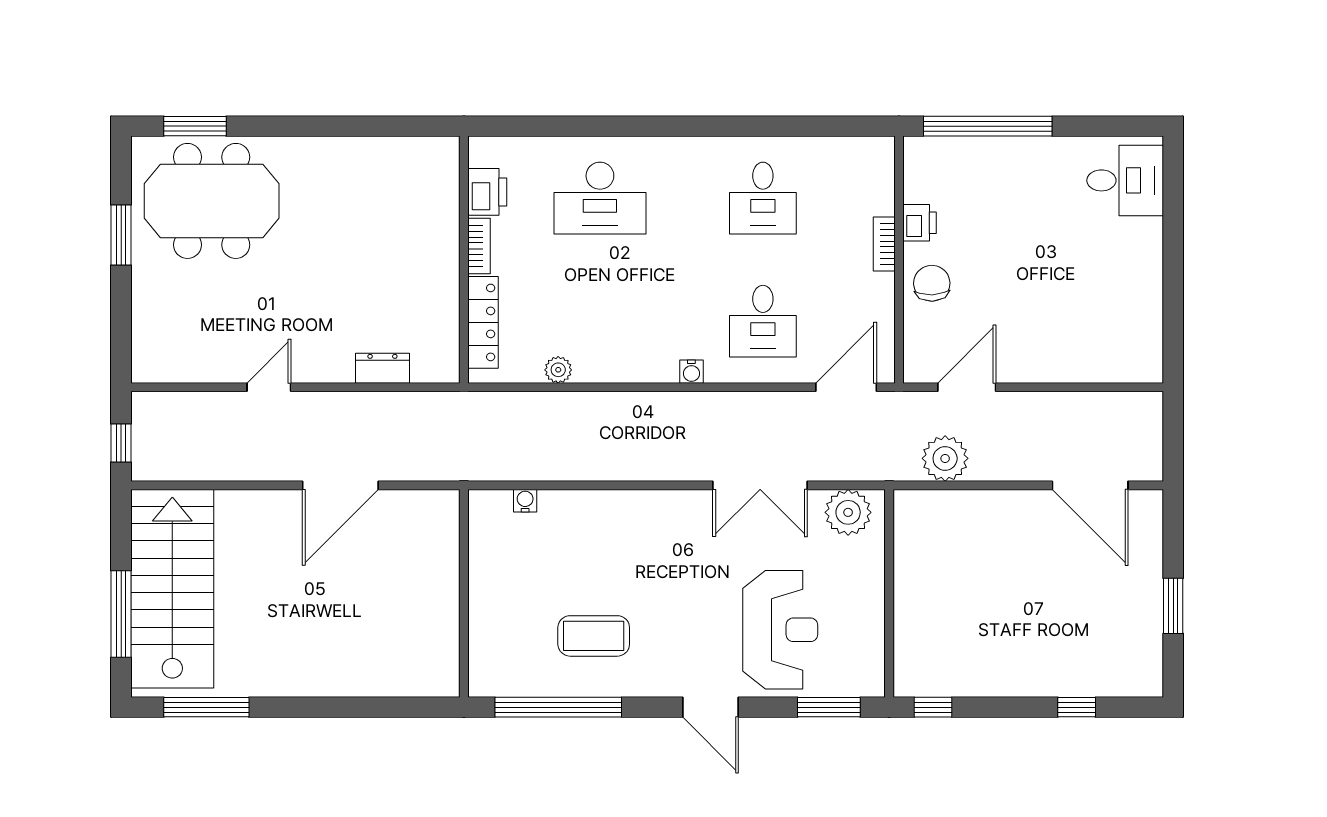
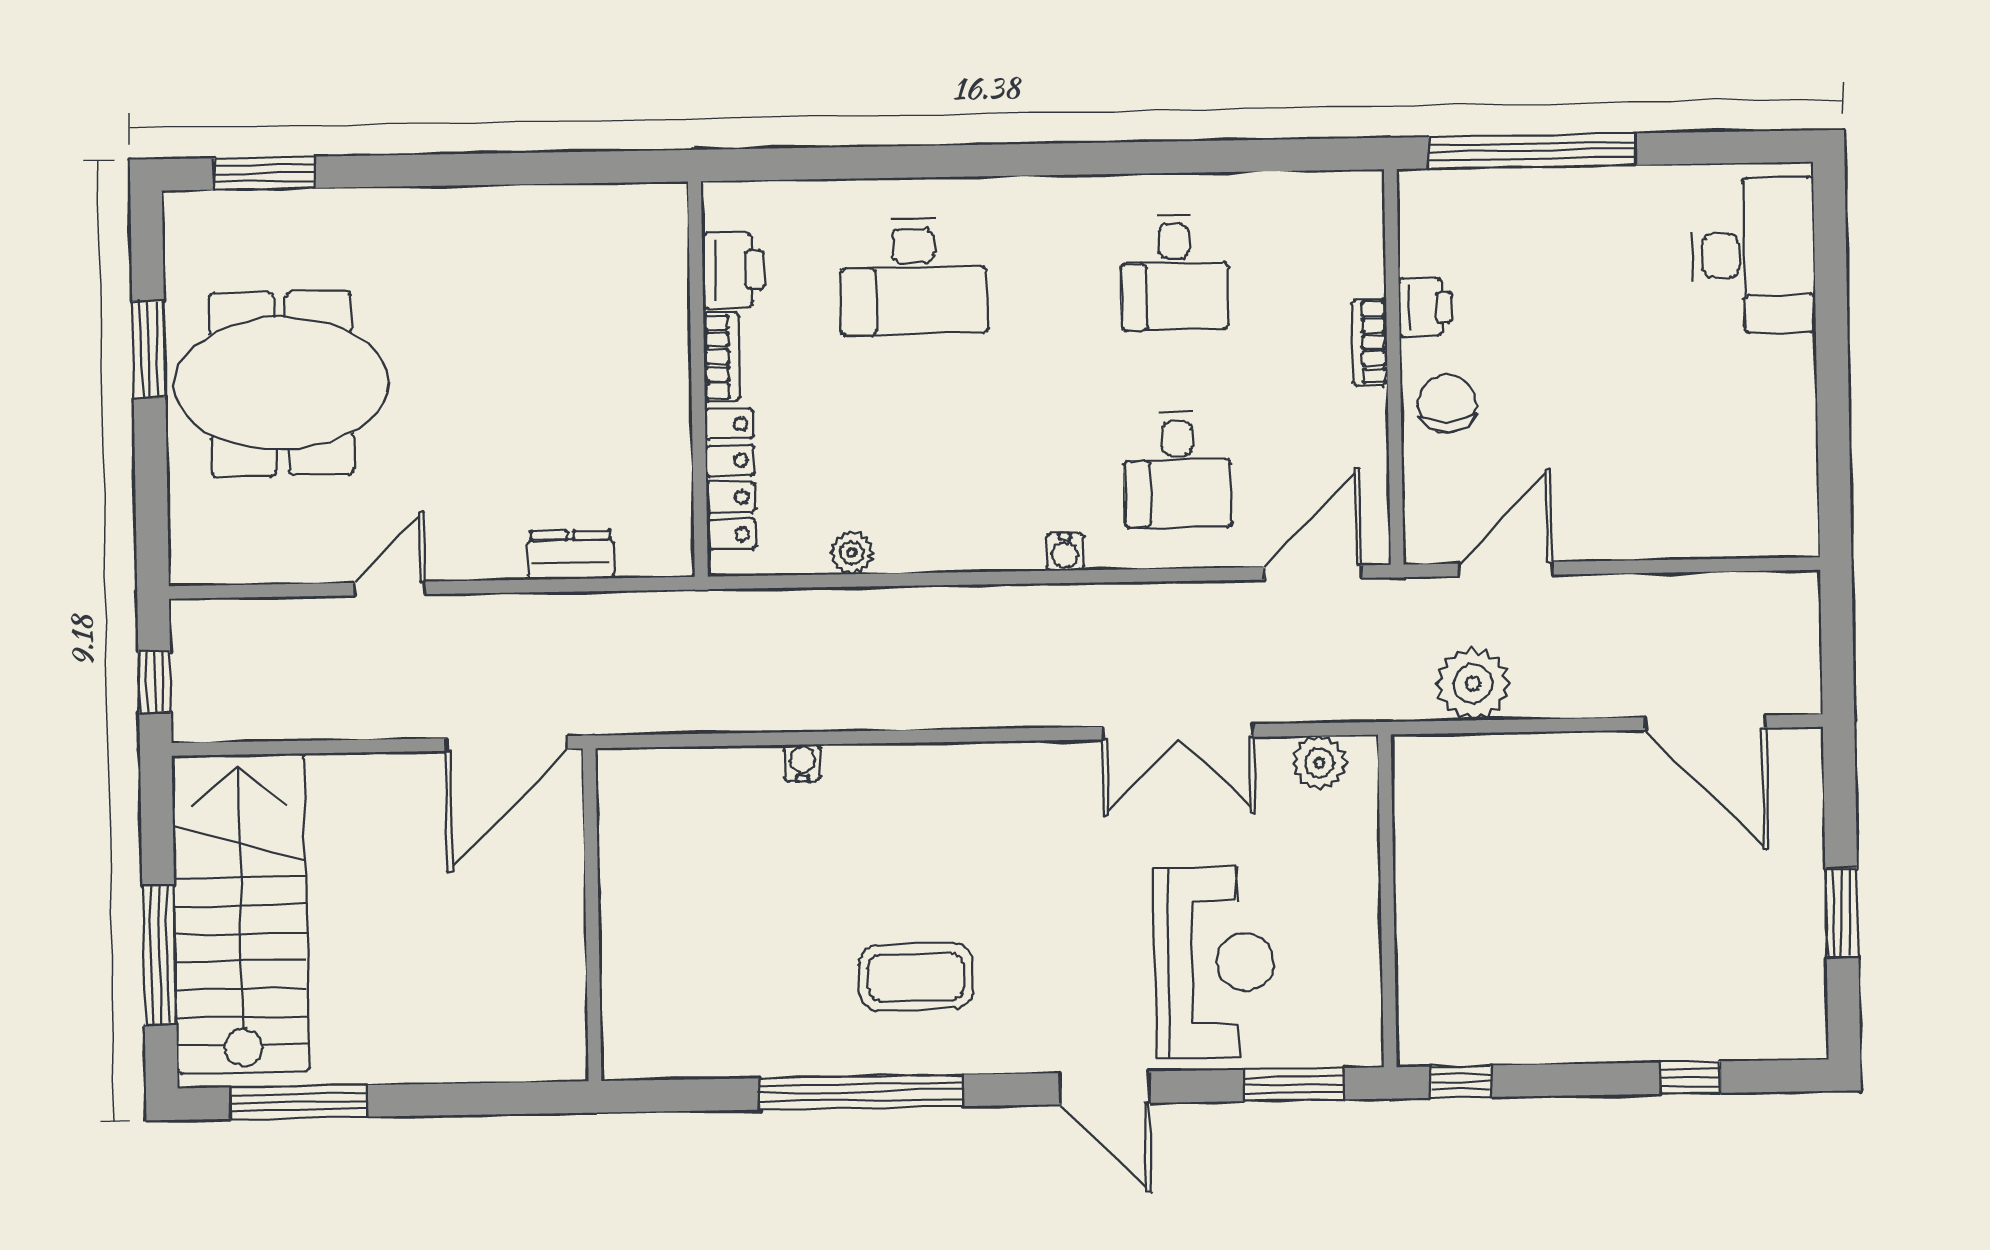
desk: (1125, 180) -> (1754, 255), width x1.37
meeting table: (212, 201) -> (281, 384), moved
plant: (848, 512) -> (1319, 763), width x0.73, depth x0.73
wall: (464, 593) -> (592, 915), moved

